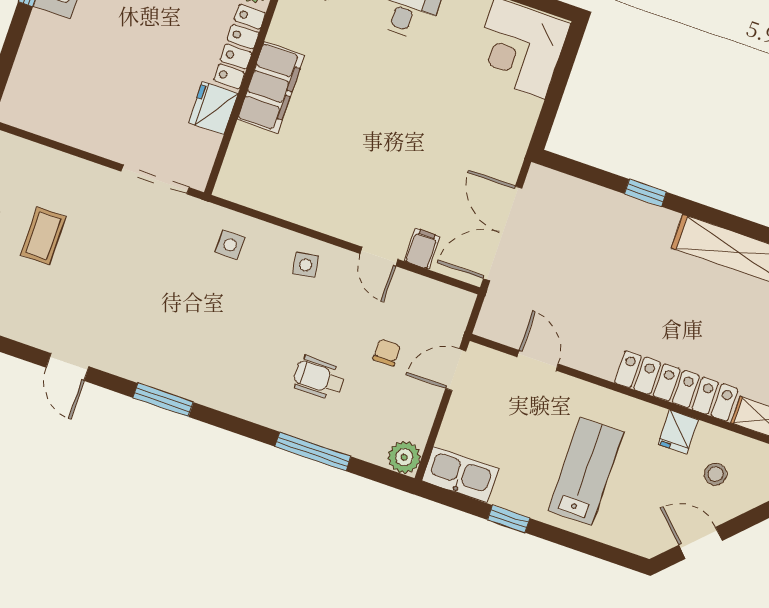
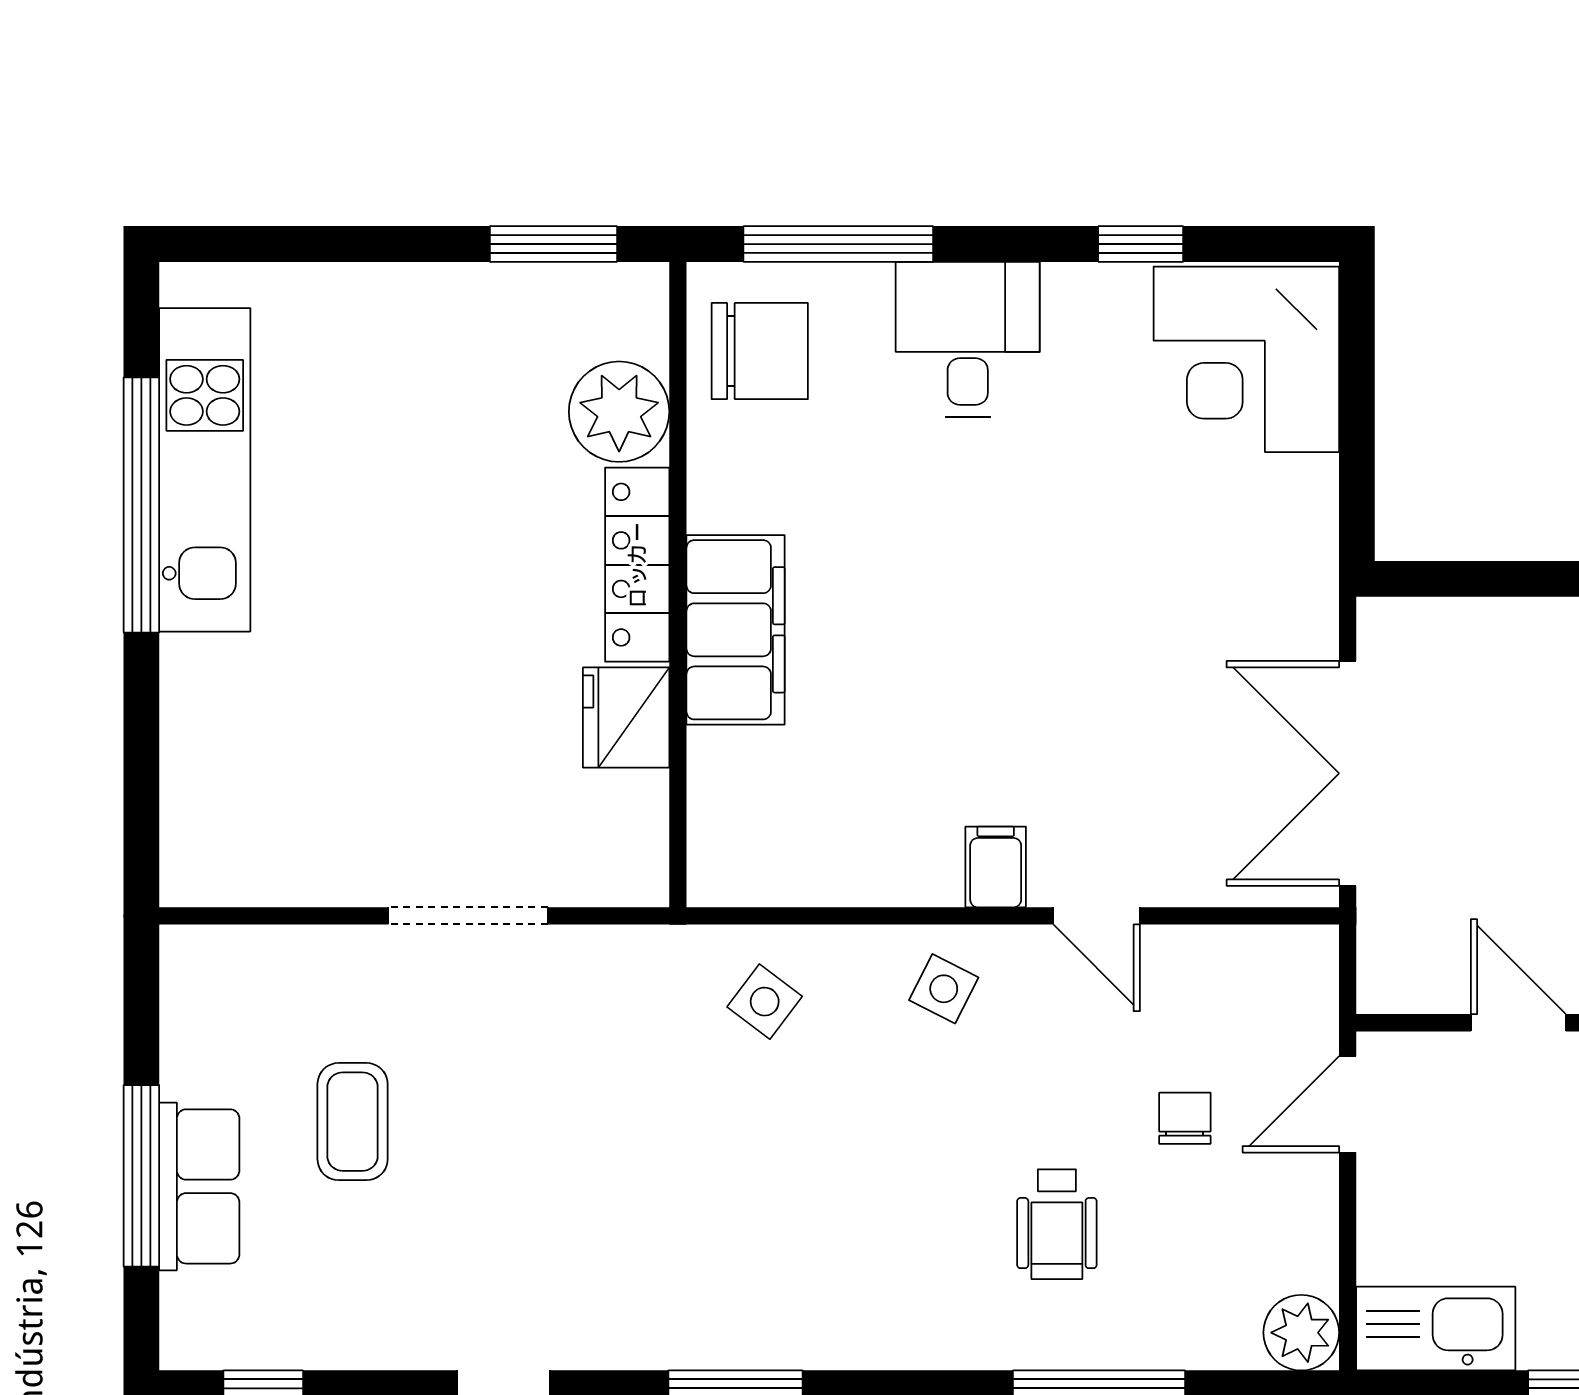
doorway: (155, 179) -> (468, 916), moved
side table: (230, 245) -> (765, 1002), turned 37
filing cabinet: (422, 249) -> (996, 867), moved
side table: (306, 265) -> (944, 989), turned 36
wheelchair: (319, 378) -> (1057, 1224), turned -90

